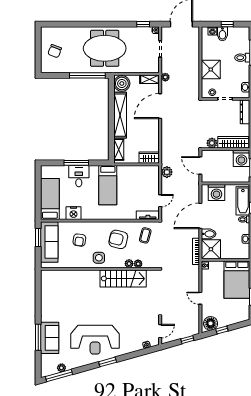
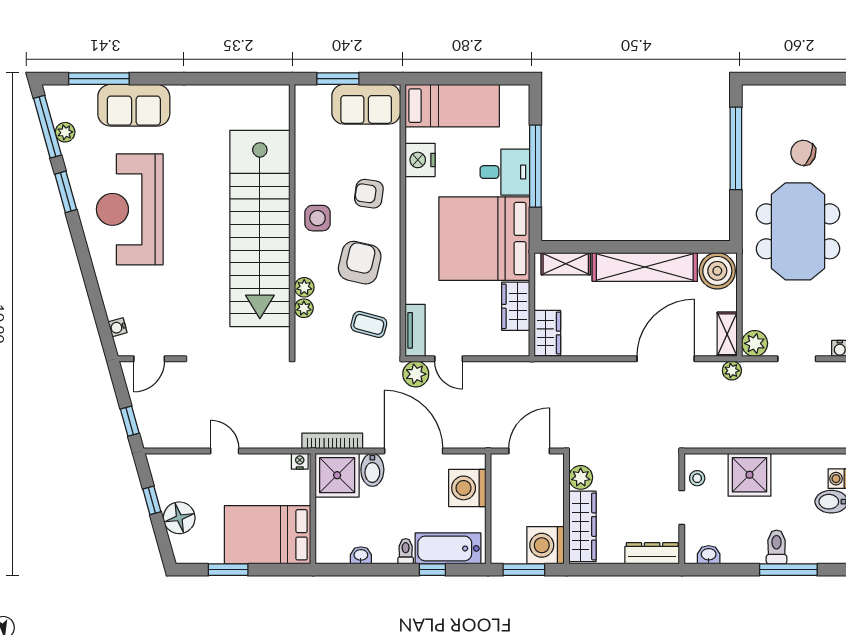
chair: (55, 51) -> (803, 153), moved
plant: (154, 67) -> (755, 343), added
window: (87, 75) -> (736, 148), moved
door: (160, 106) -> (666, 359), hinge flipped
window: (76, 163) -> (535, 166), width x1.46
wardrobe: (137, 171) -> (516, 306), added
plant: (167, 172) -> (416, 374), moved
bed: (108, 185) -> (484, 239), width x2.04
window: (38, 237) -> (338, 79), moved
armchair: (79, 240) -> (369, 194), moved
sofa: (49, 242) -> (366, 104), width x0.73
stairs: (123, 279) -> (260, 228), width x1.86, depth x1.51
door: (200, 298) -> (225, 451), hinge flipped
floor lamp: (211, 323) -> (179, 518), moved
door: (160, 331) -> (149, 359), hinge flipped
window: (38, 337) -> (99, 79), moved
window: (108, 362) -> (66, 192), moved

